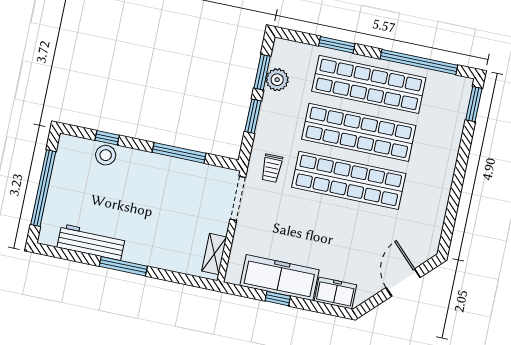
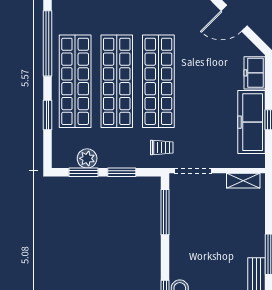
window: (179, 153) -> (165, 212), moved

